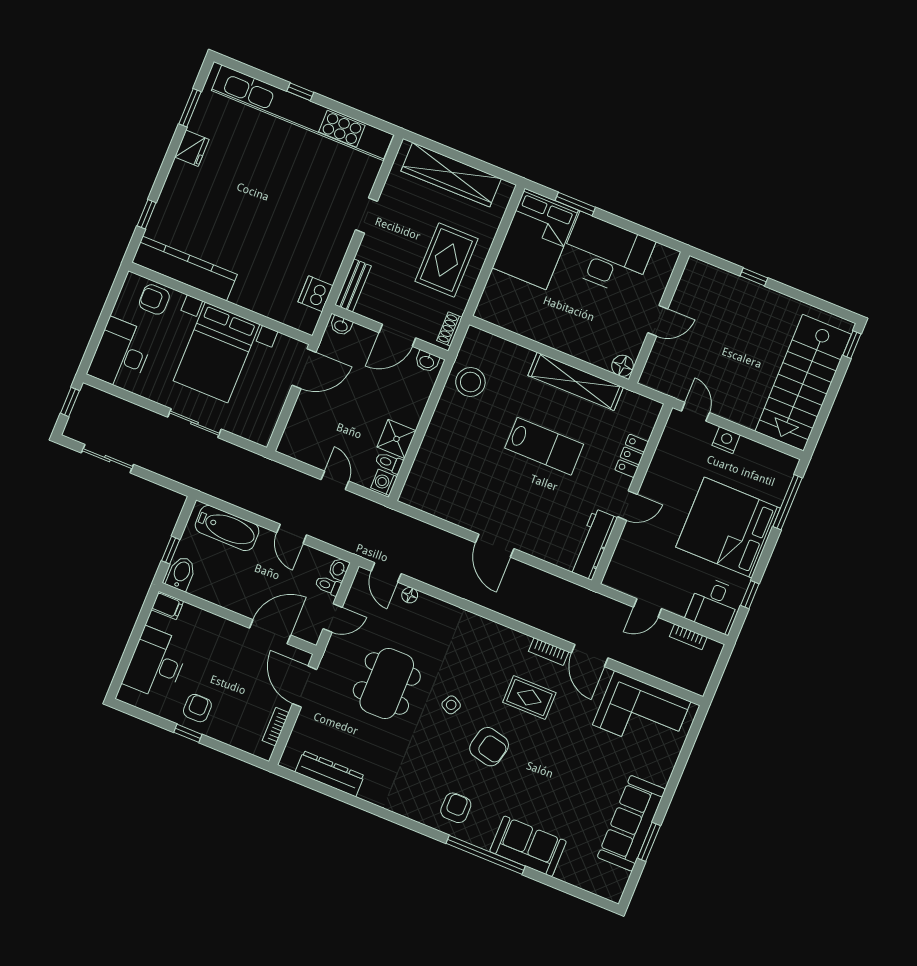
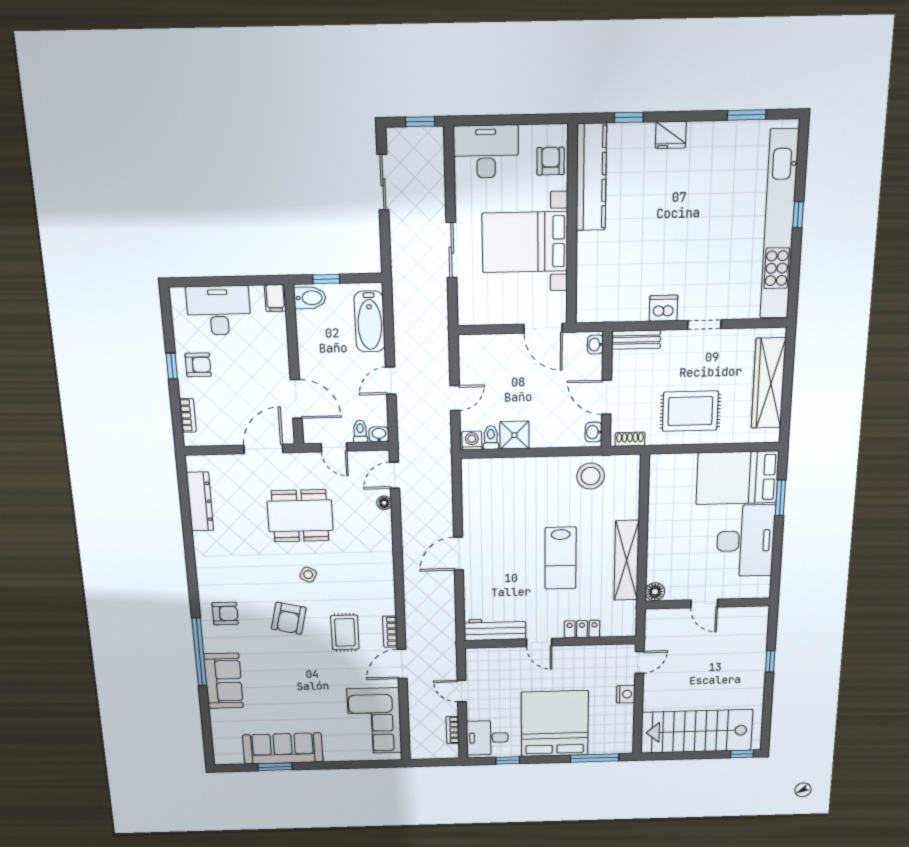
fridge: (192, 148) -> (671, 135), moved
dishwasher: (316, 294) -> (664, 308), moved
bookcase: (276, 727) -> (188, 415), moved, turned 90

